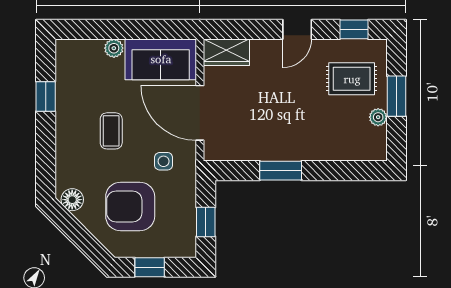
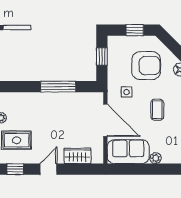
wardrobe: (226, 52) -> (78, 156), moved
window: (281, 171) -> (58, 87), width x1.44

